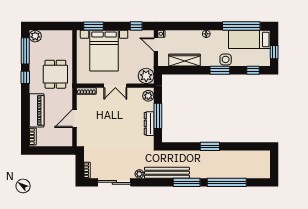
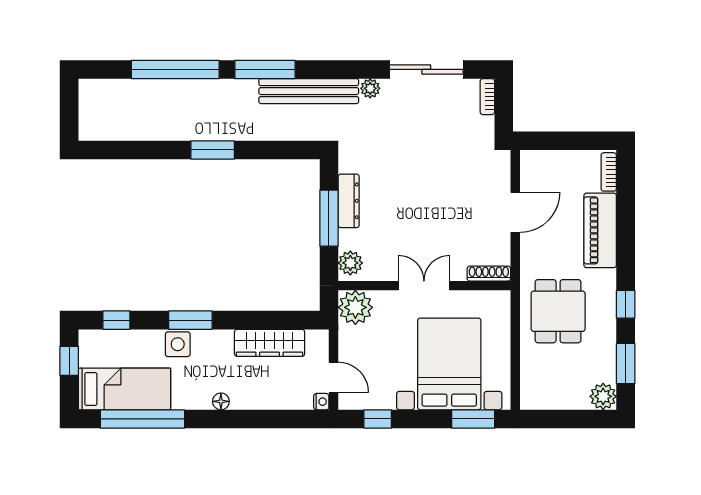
window: (25, 51) -> (626, 363), width x0.69

